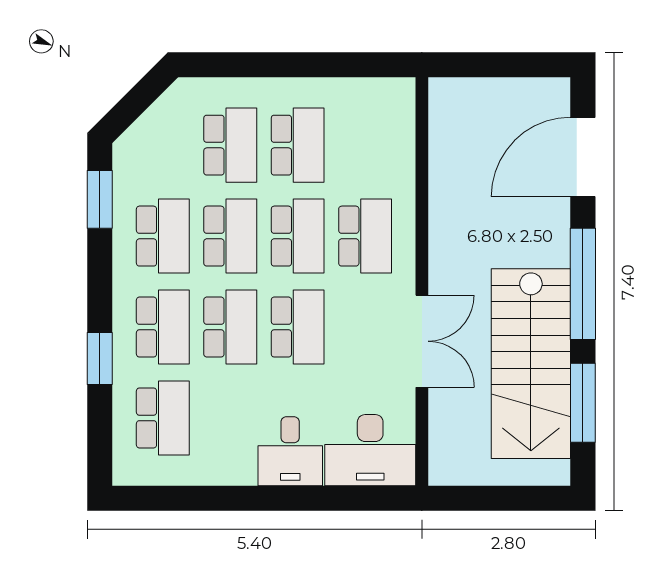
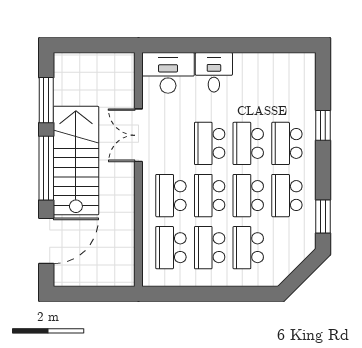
stairs: (531, 364) -> (76, 161), moved
school desk: (163, 418) -> (171, 248), moved

